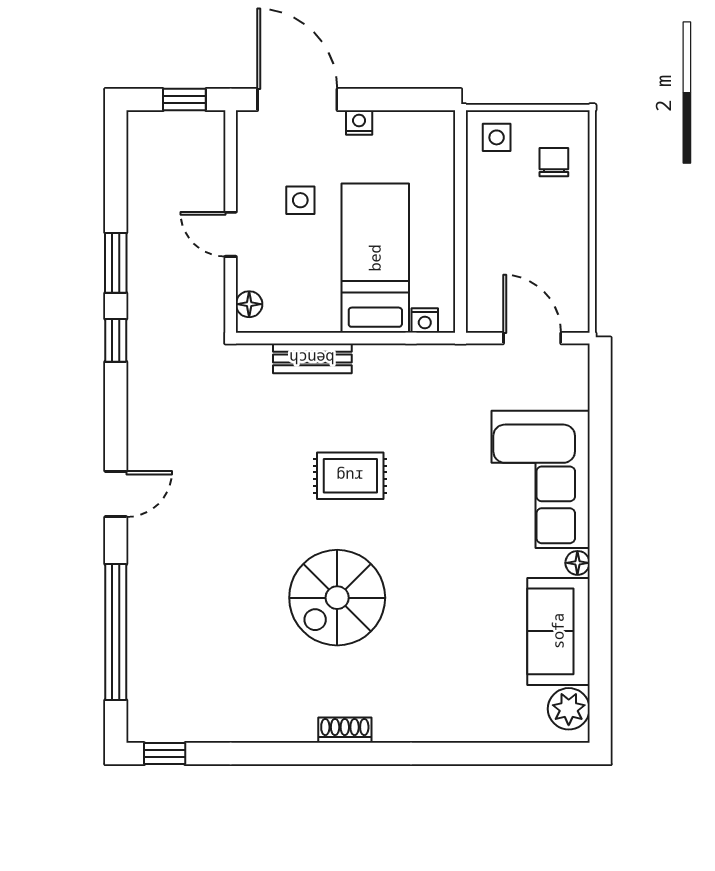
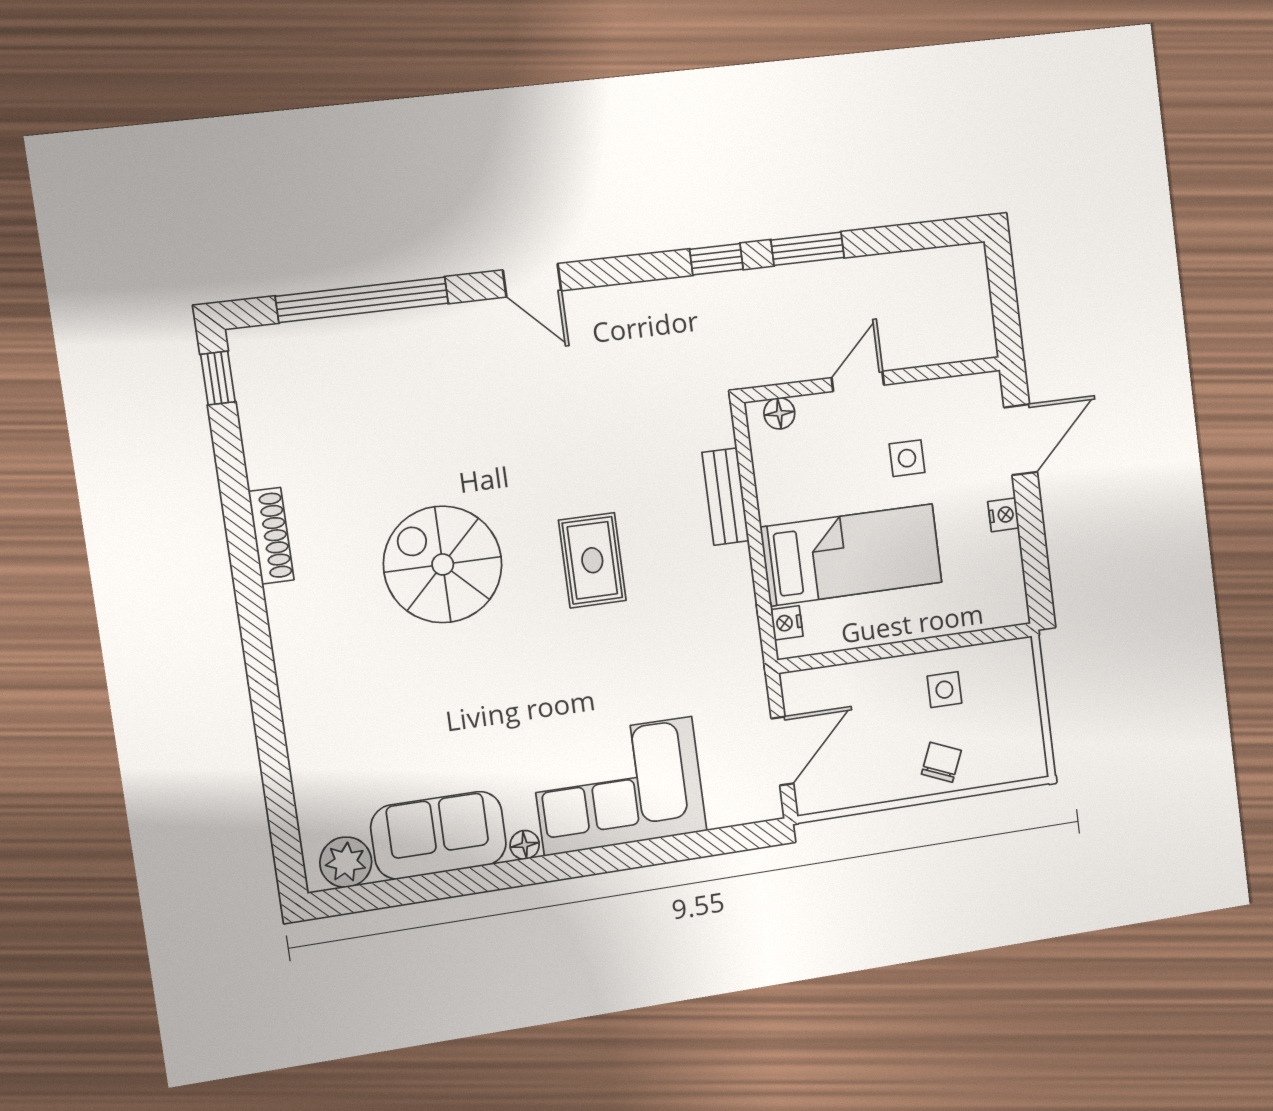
window: (184, 100) -> (1005, 308), removed
door: (297, 100) -> (1021, 440), width x0.73
side table: (497, 137) -> (944, 690), moved
chair: (554, 162) -> (941, 762), moved, turned -67
shoe rack: (345, 730) -> (271, 536), moved, width x1.43

